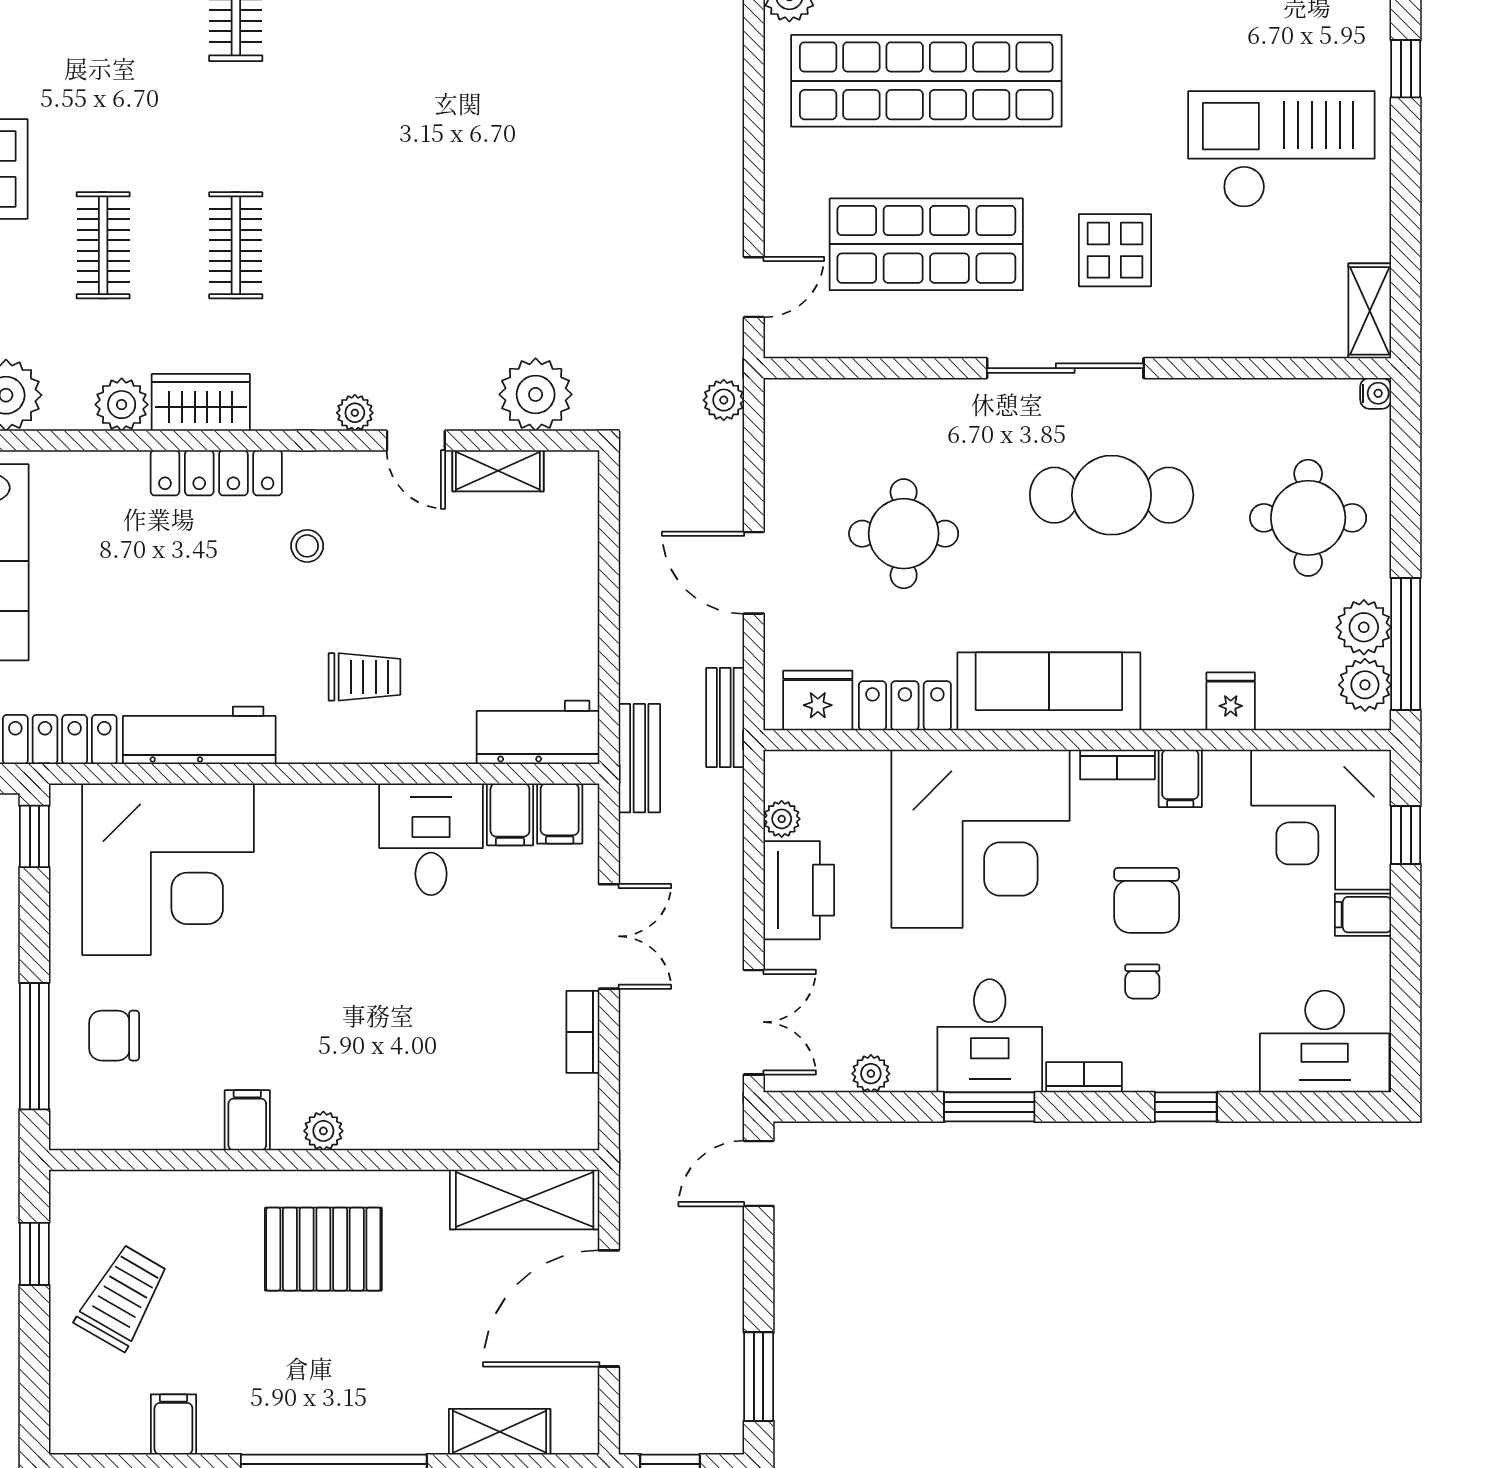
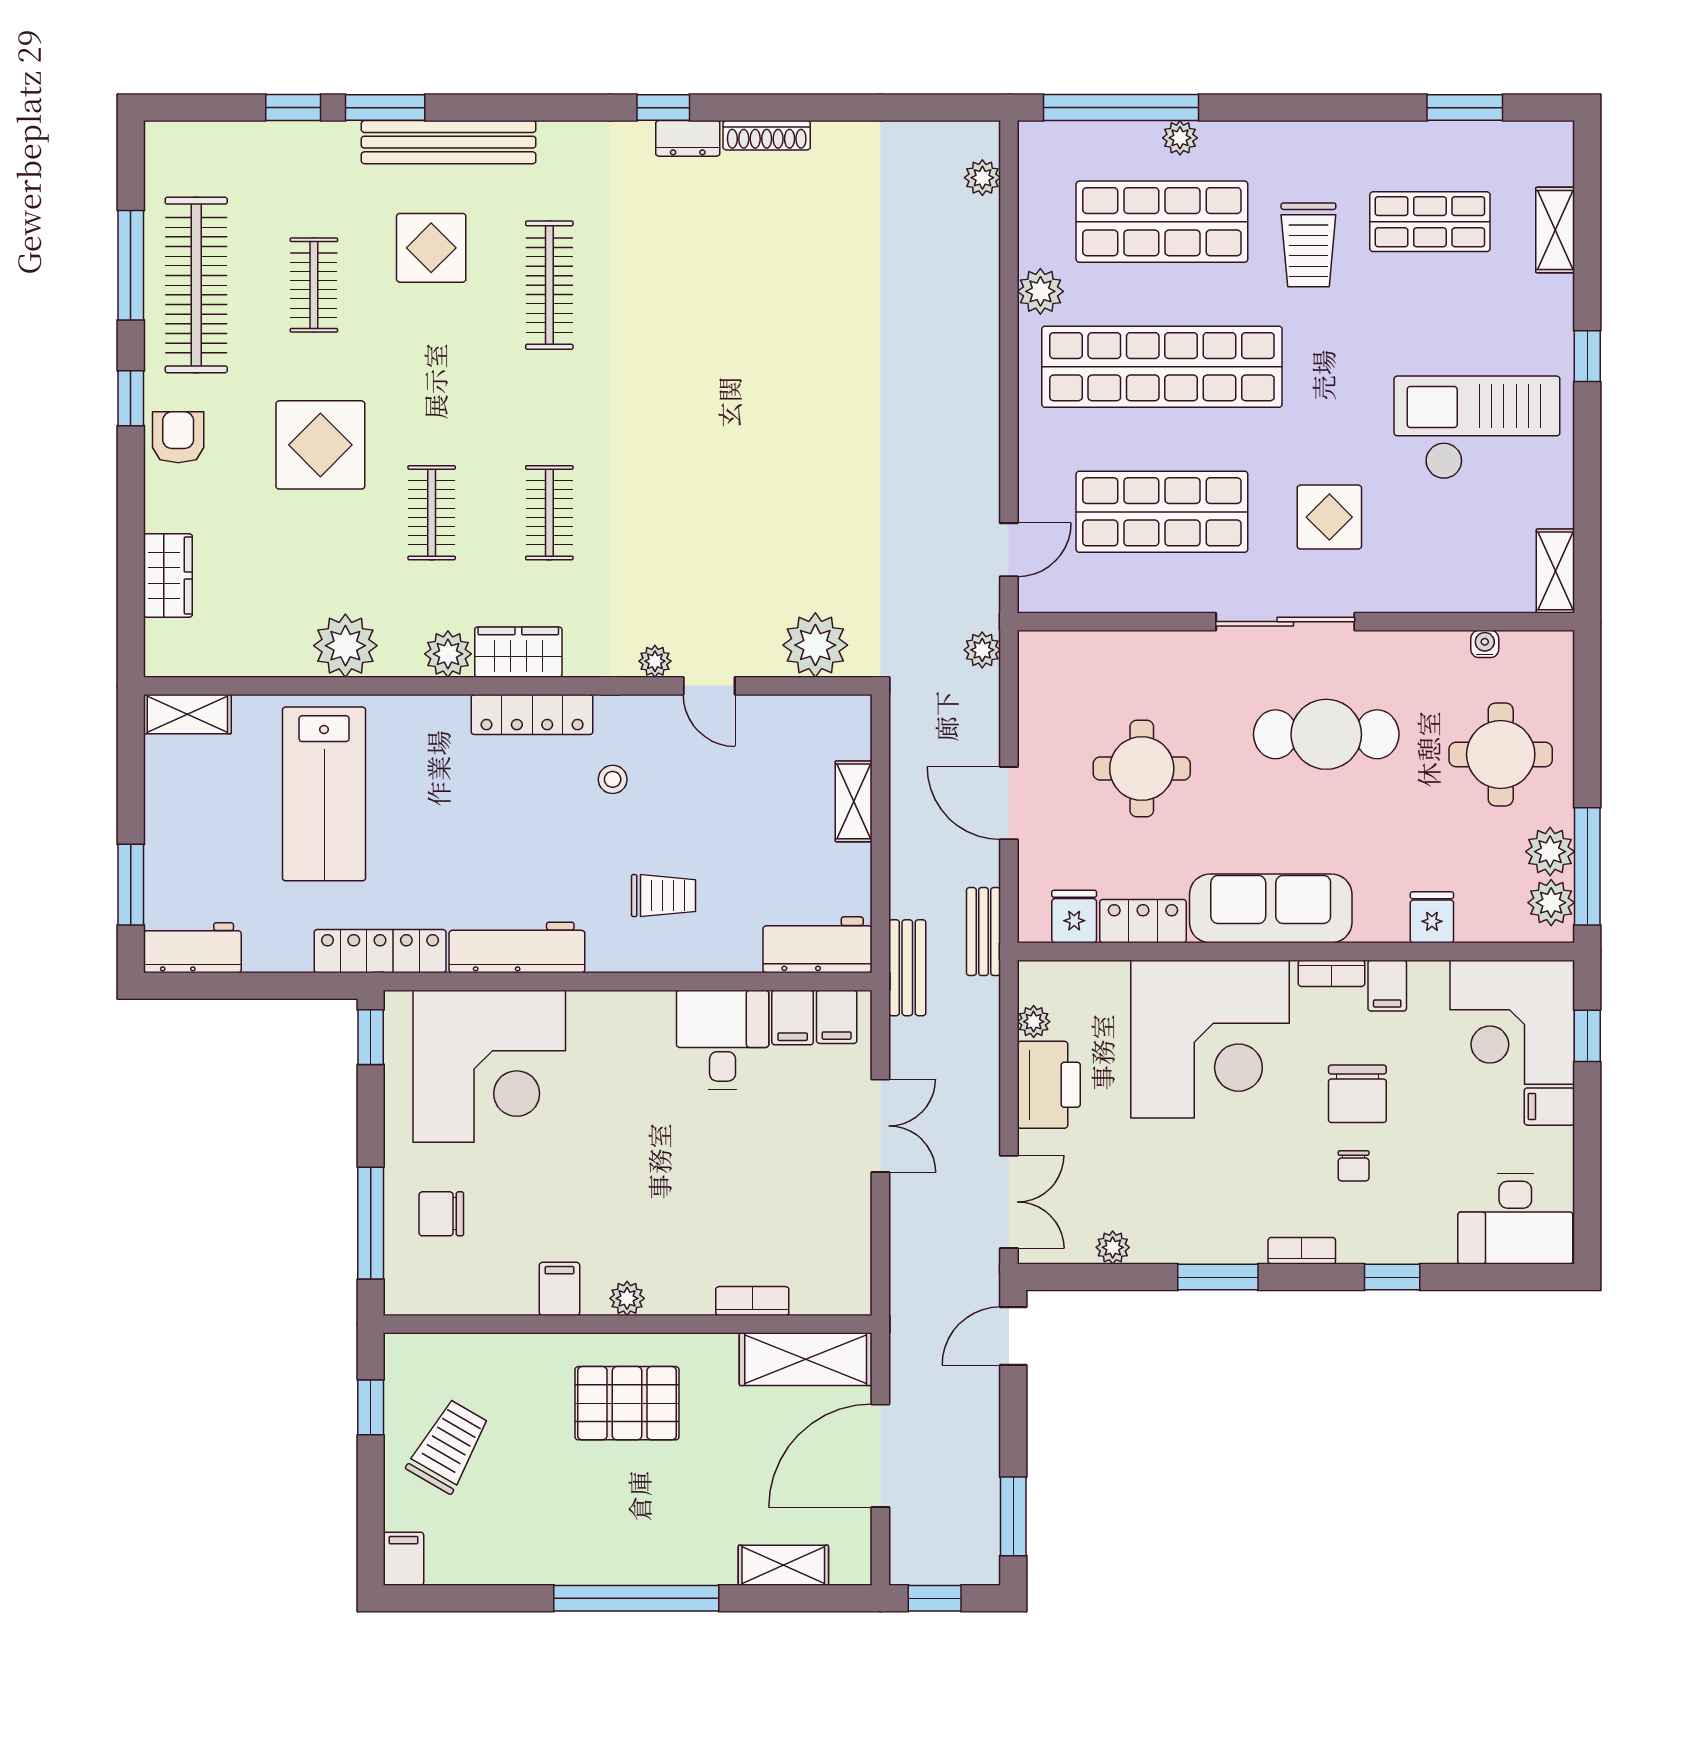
water cooler: (1376, 393) -> (1485, 644), moved, turned -90
shelving: (498, 471) -> (854, 801), moved, turned 90
fridge: (818, 700) -> (1074, 916), width x0.72
bookcase: (583, 1032) -> (752, 1301), moved, turned 90
desk: (990, 1036) -> (1218, 1214), removed
filing cabinet: (173, 1424) -> (403, 1559), moved

